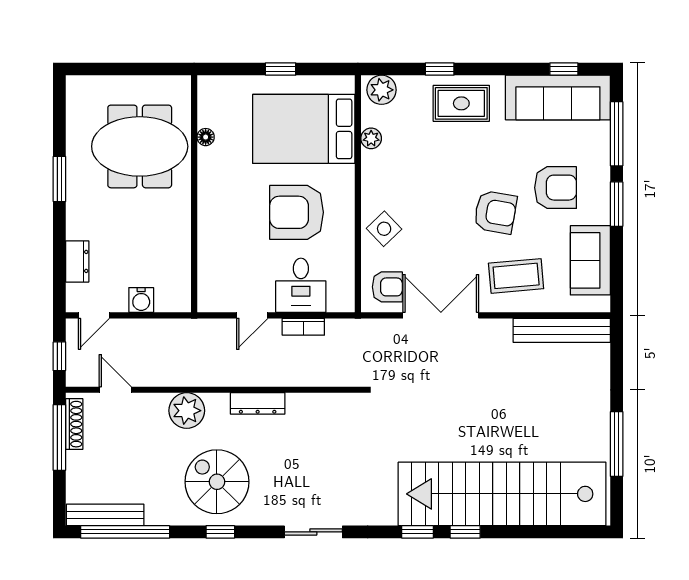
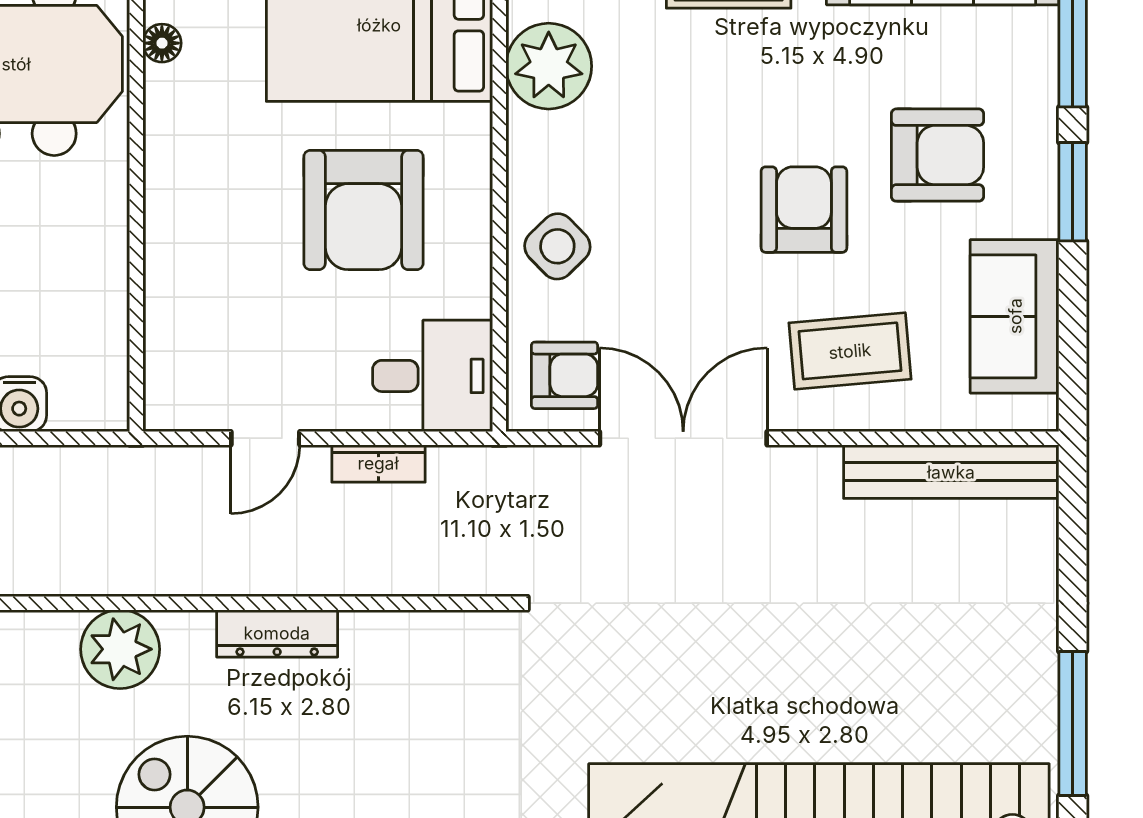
plant: (371, 138) -> (549, 66), width x1.88, depth x1.88
armchair: (297, 212) -> (364, 210), turned -90
armchair: (495, 212) -> (804, 210), turned -100
desk: (301, 285) -> (433, 376), moved, turned -90

